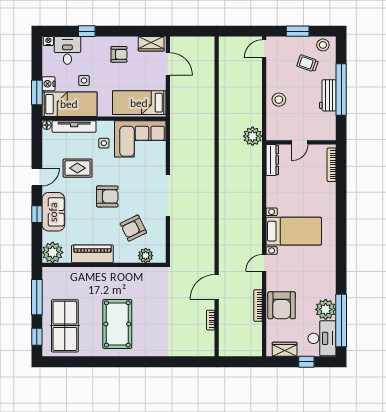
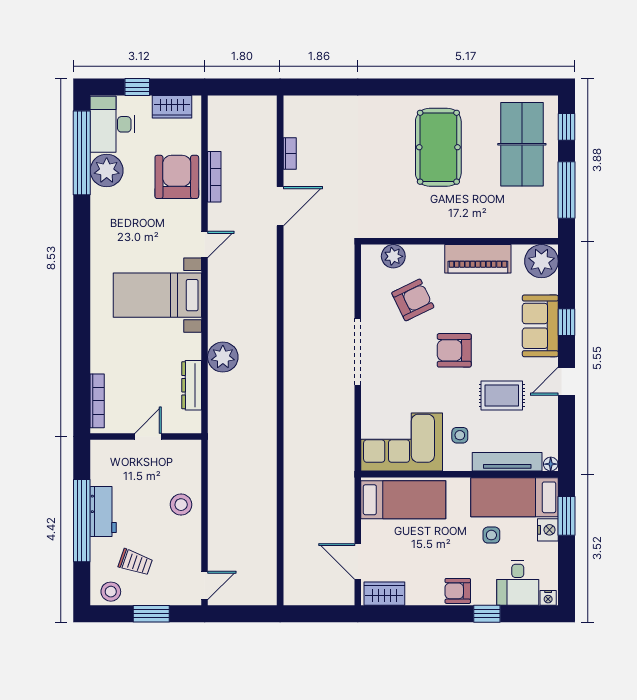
armchair: (119, 54) -> (458, 591), moved
plant: (253, 136) -> (223, 357), moved
dresser: (272, 160) -> (192, 385), moved

